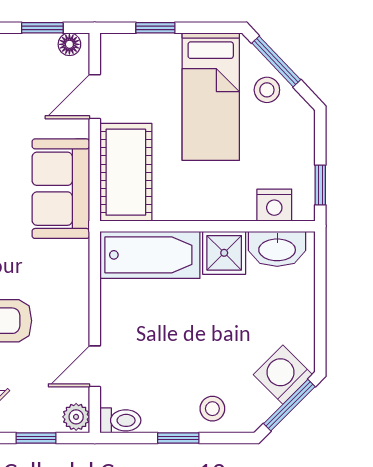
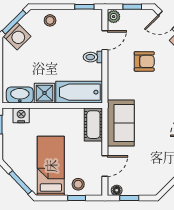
stool: (267, 90) -> (78, 184), moved
cot: (126, 172) -> (93, 125), width x0.73, depth x0.75
toilet: (120, 420) -> (93, 57), moved
window: (178, 438) -> (84, 7), moved

